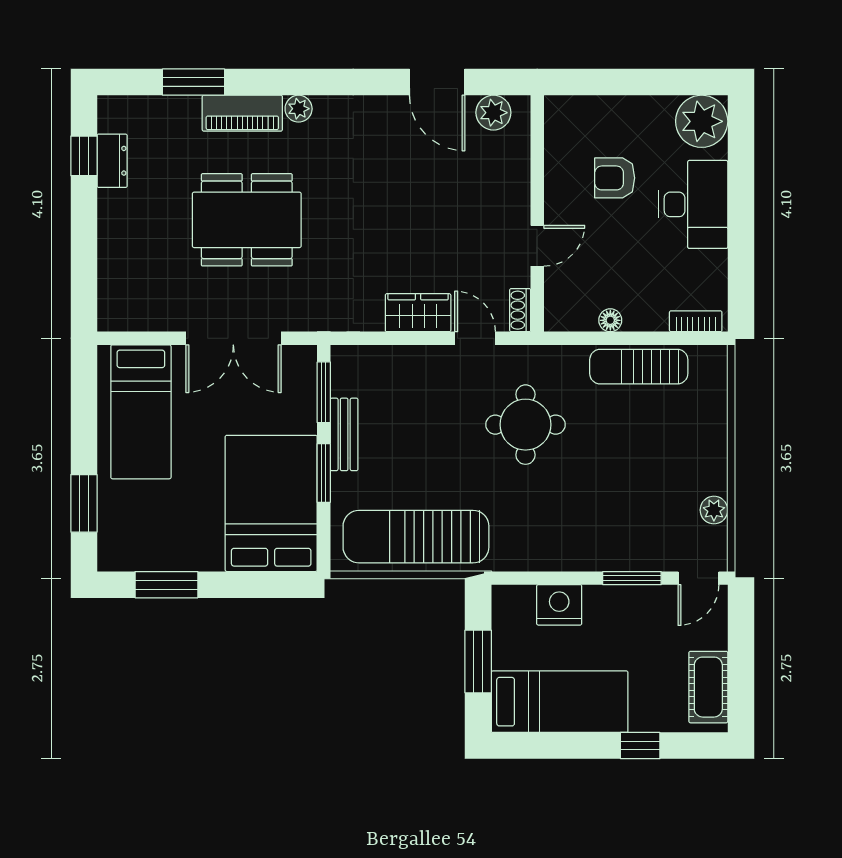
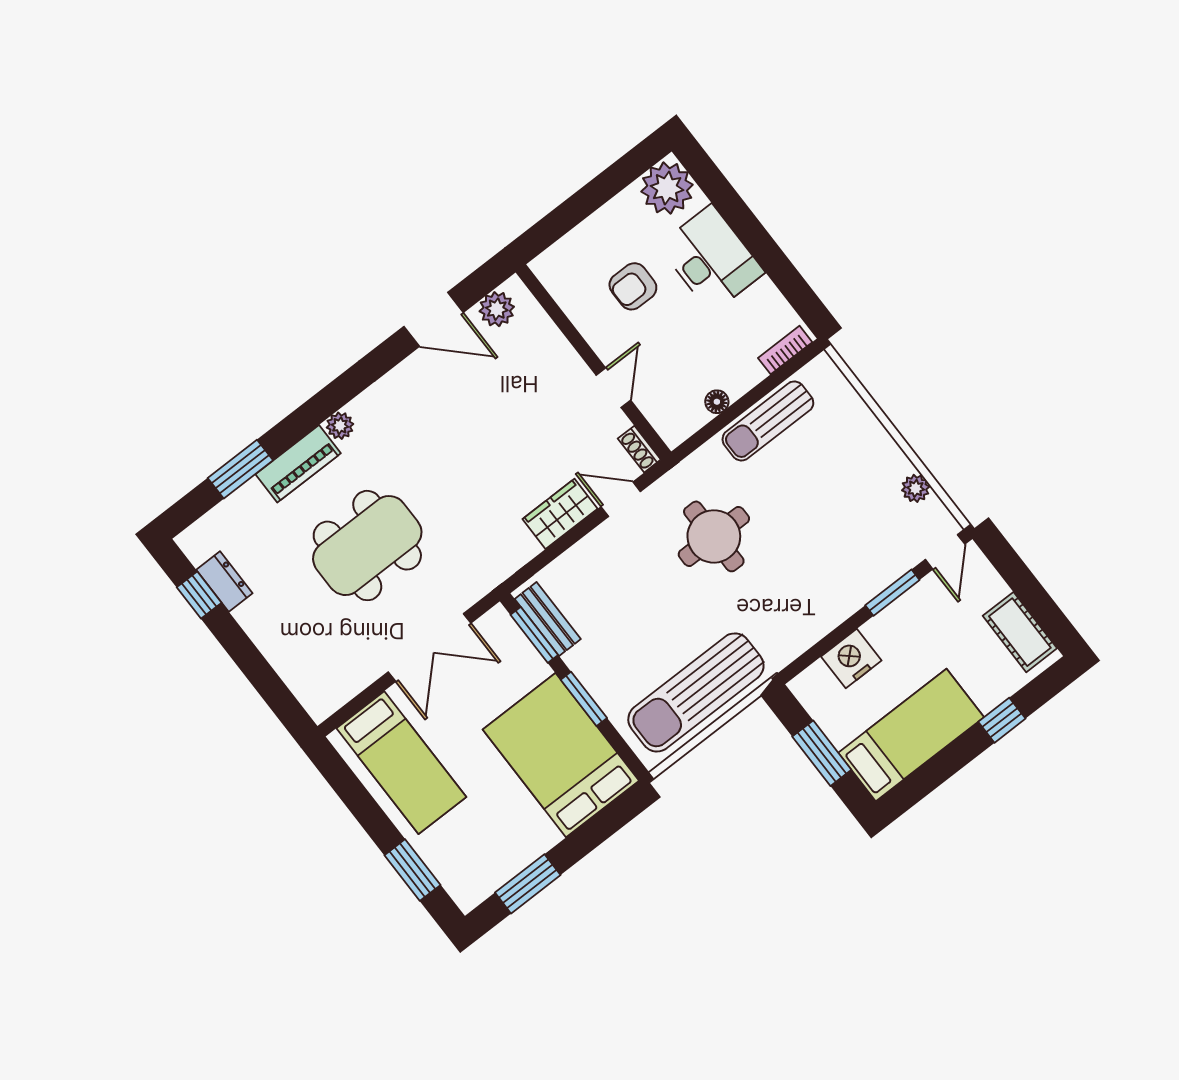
bench: (344, 434) -> (548, 619), moved

